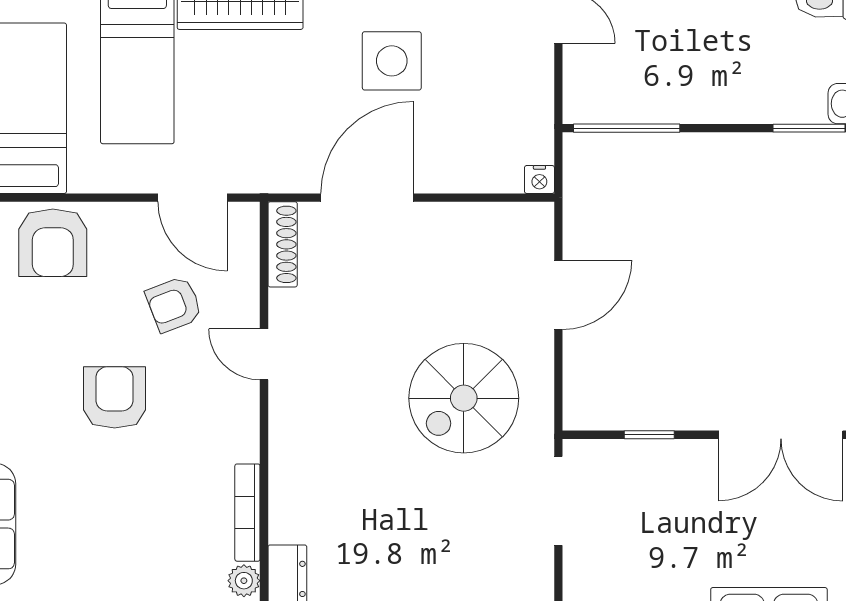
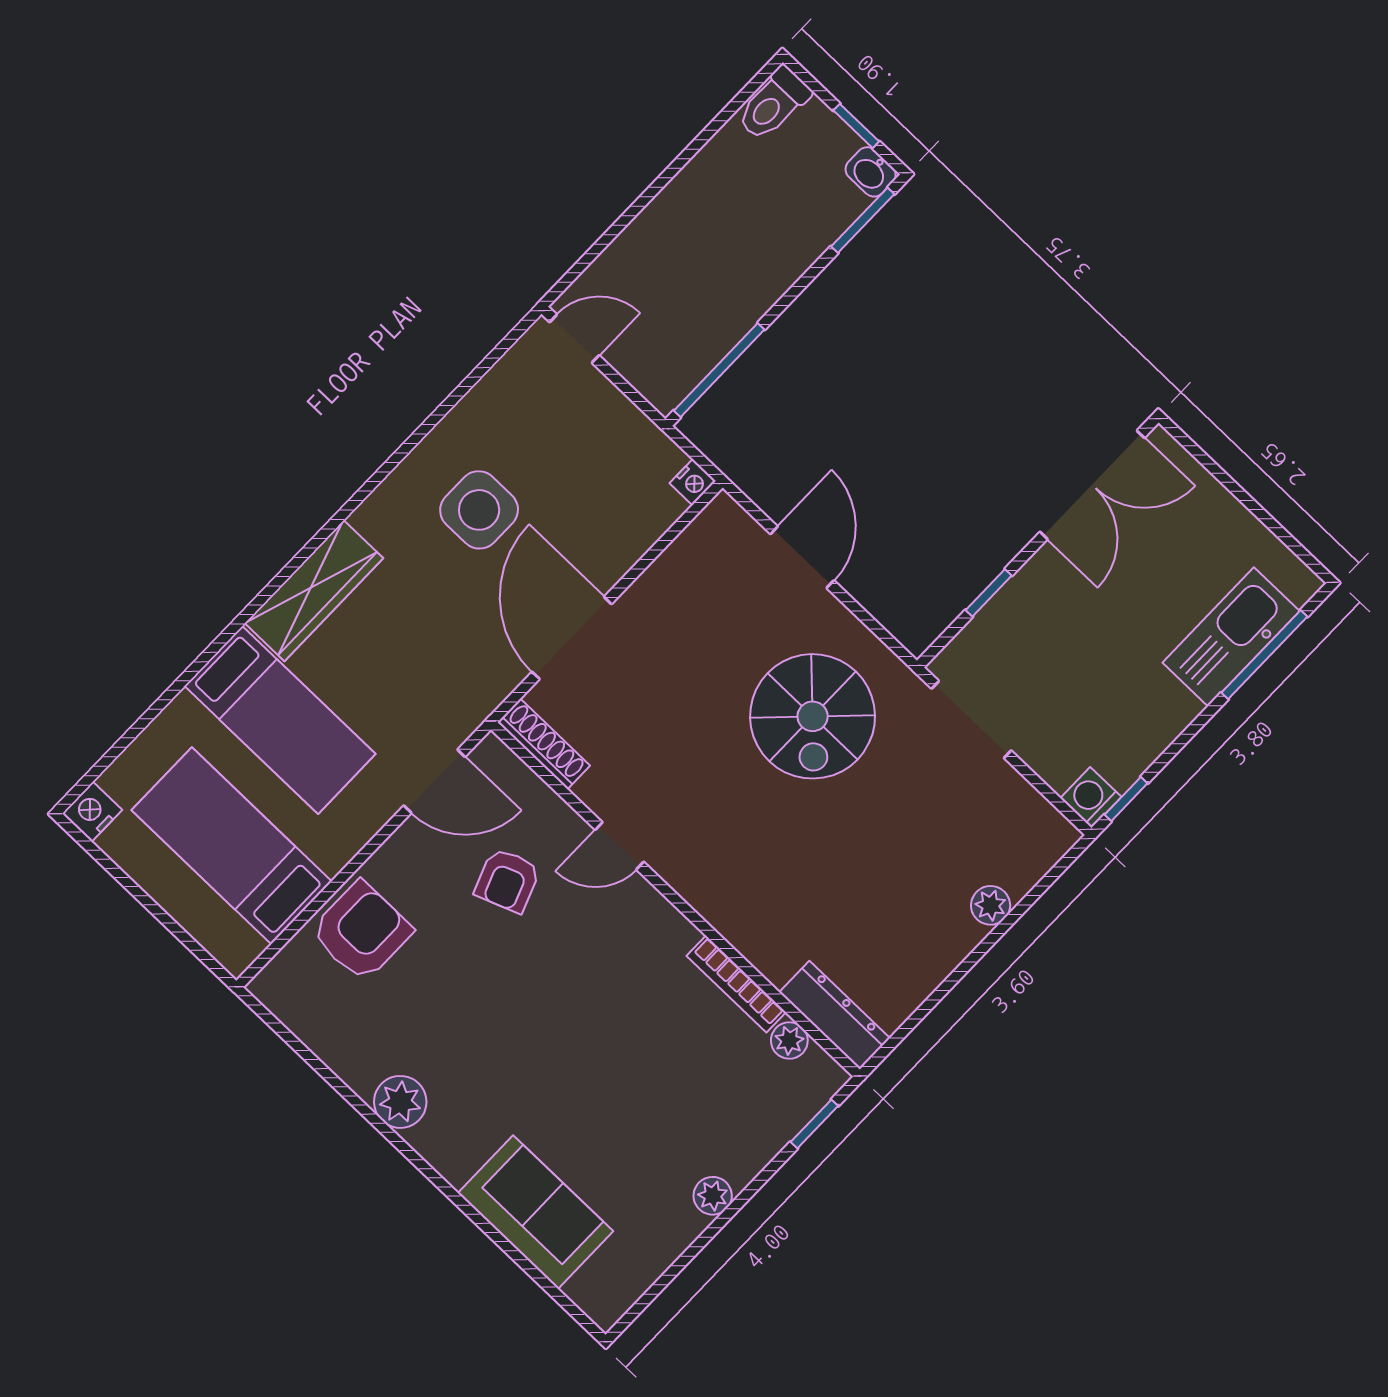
armchair: (53, 243) -> (361, 931), turned -90
armchair: (115, 397) -> (537, 1002), removed

